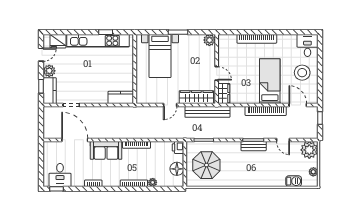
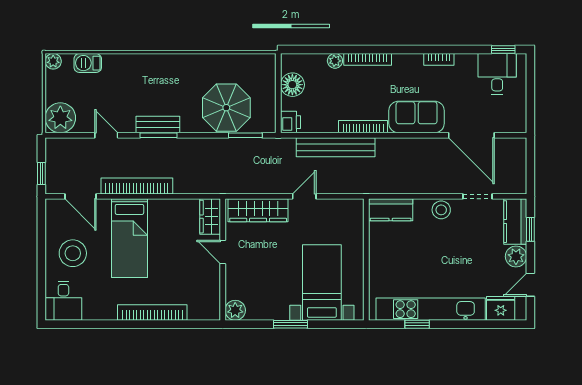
stool: (92, 97) -> (441, 210), added
bench: (207, 112) -> (336, 147), moved
parasol: (206, 165) -> (226, 108), moved
plant: (313, 172) -> (53, 61), moved

